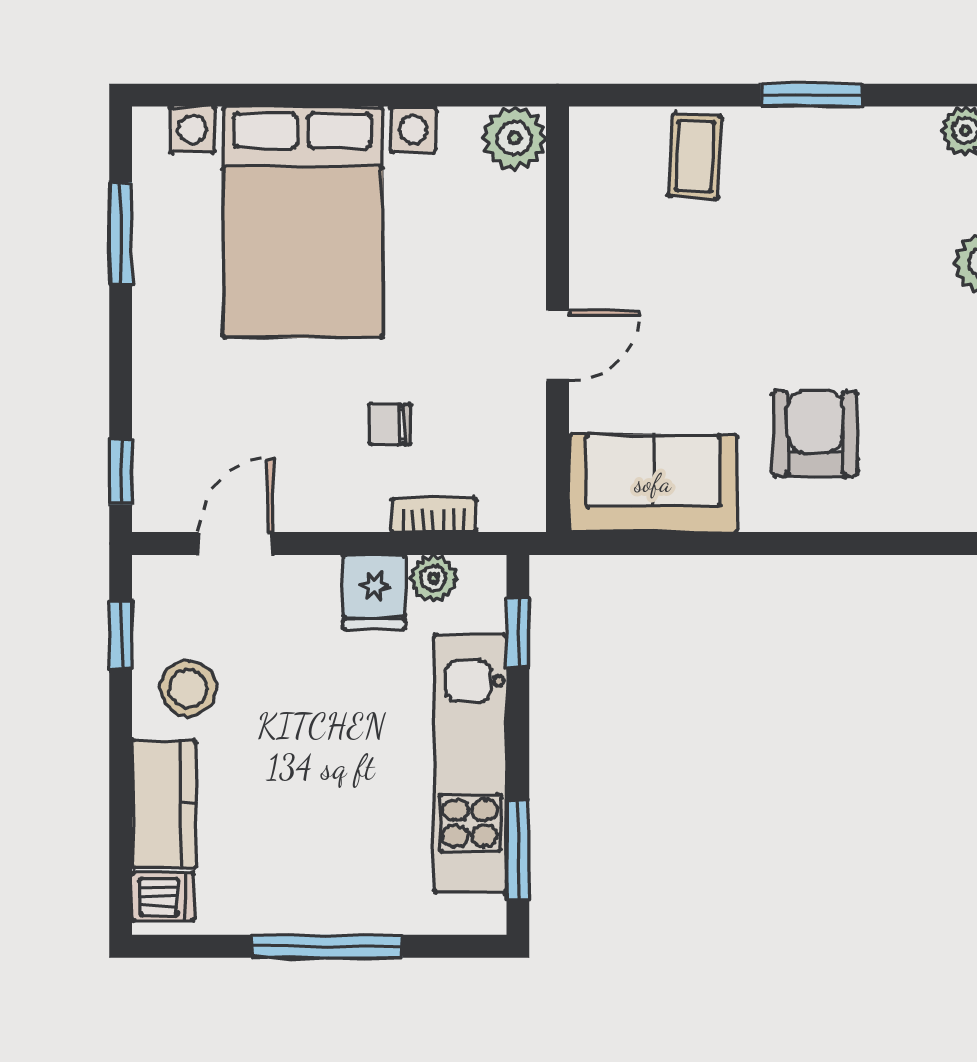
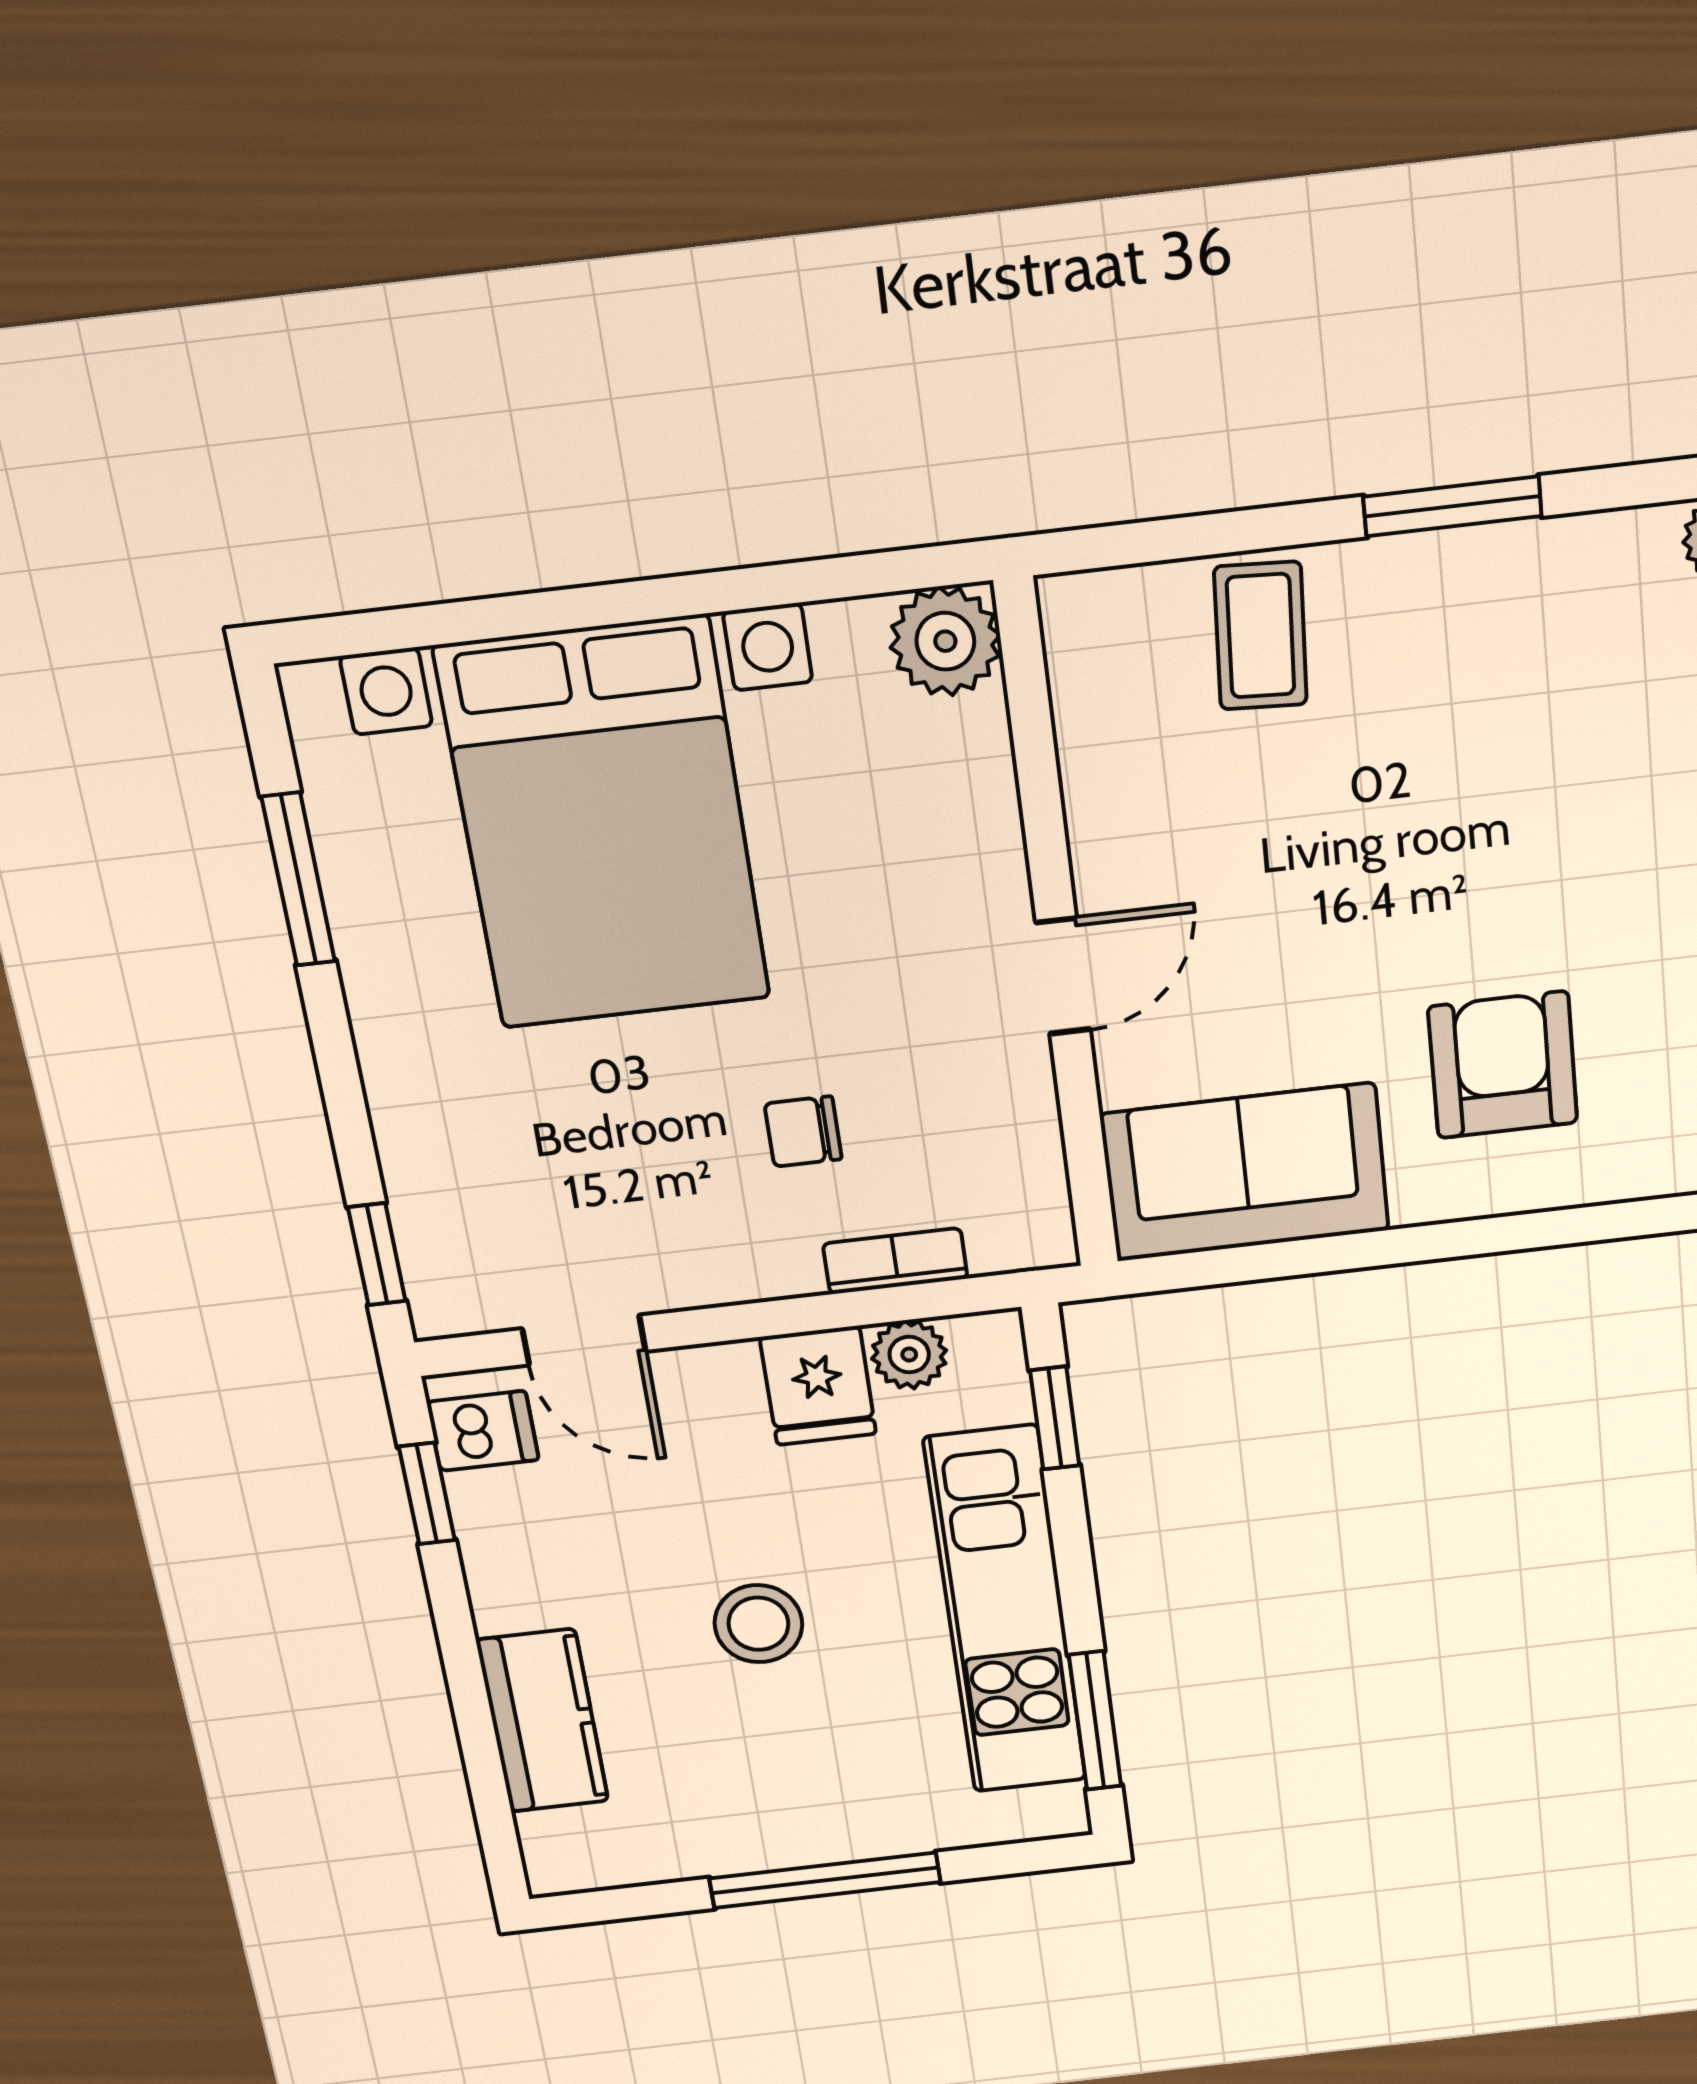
door: (236, 543) -> (584, 1340), swing flipped
stool: (188, 688) -> (758, 1624), moved
dishwasher: (163, 897) -> (483, 1431), moved

